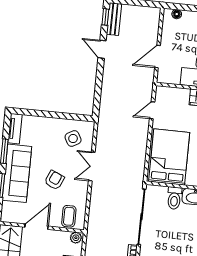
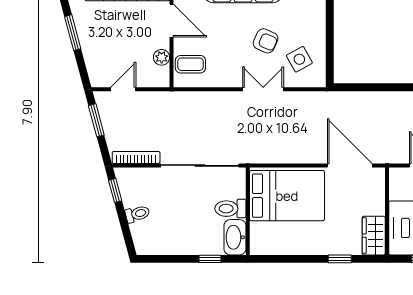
door: (152, 110) -> (350, 165), width x1.88
armchair: (54, 180) -> (266, 41), moved
plant: (76, 238) -> (162, 57), moved

